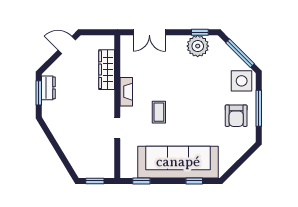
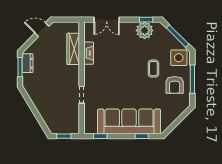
fireplace: (126, 92) -> (89, 53), moved
coffee table: (159, 112) -> (153, 69), moved

